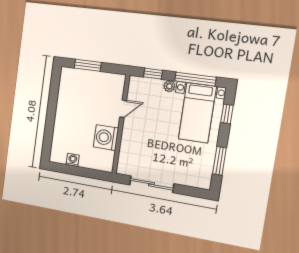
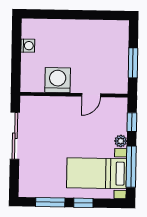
window: (88, 65) -> (133, 63), moved
door: (123, 109) -> (91, 95), hinge flipped
window: (227, 114) -> (83, 203), moved

